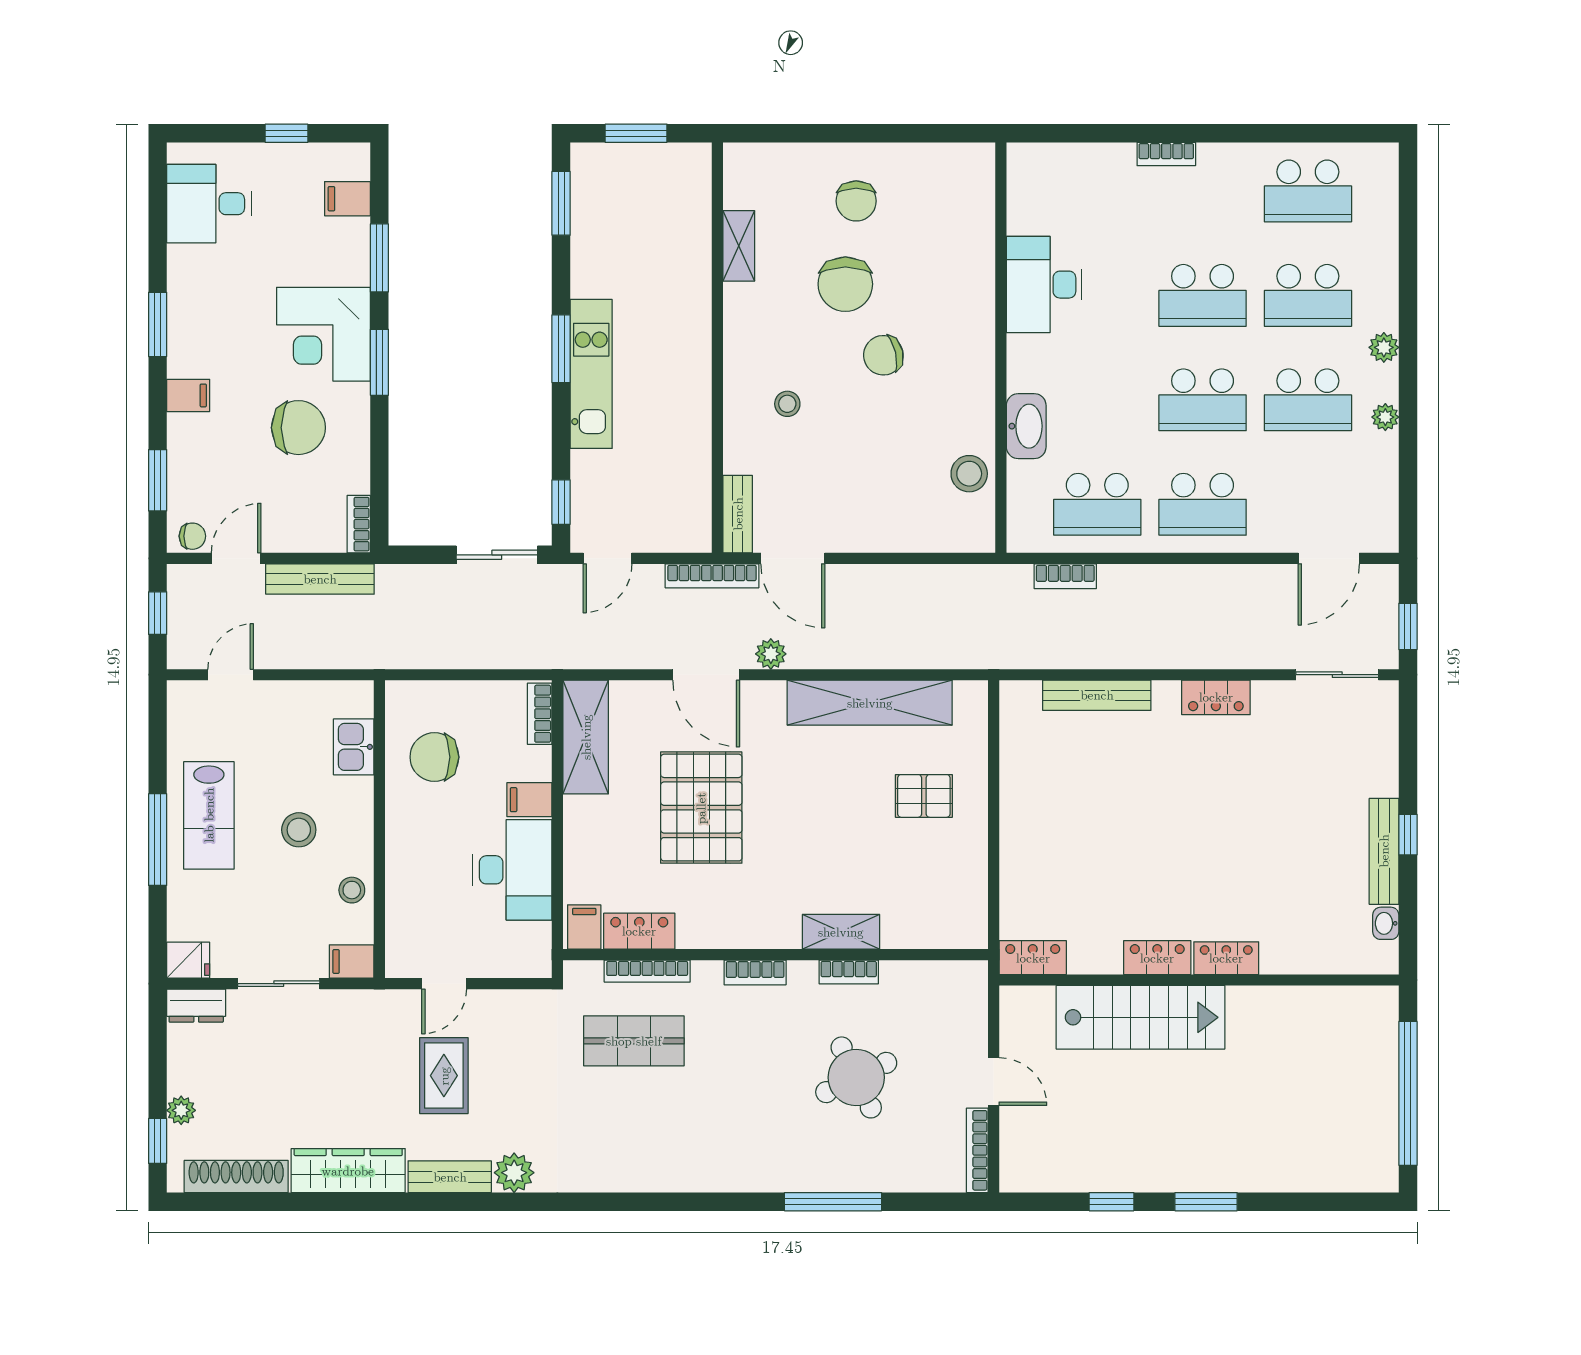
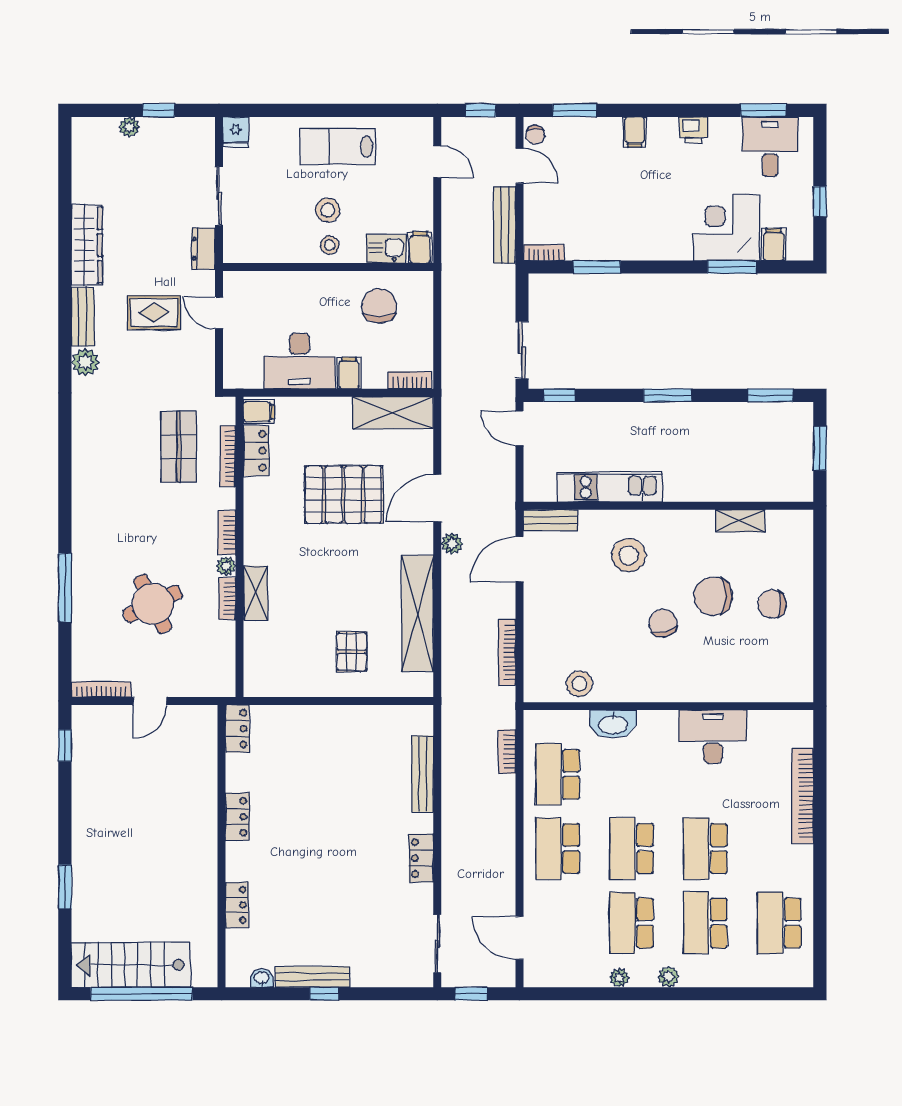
bookcase: (1166, 154) -> (803, 796), width x2.31, depth x1.31
printer: (185, 312) -> (694, 130), added
window: (158, 324) -> (763, 110), moved
corner desk: (323, 334) -> (726, 227), moved
window: (379, 362) -> (597, 267), moved
kitchen unit: (591, 374) -> (610, 487), moved, turned 180
stool: (787, 404) -> (629, 555), width x1.89, depth x1.89
chair: (298, 428) -> (612, 210), removed
bookcase: (712, 576) -> (507, 653), moved
window: (158, 840) -> (321, 110), removed
stool: (352, 890) -> (330, 245), moved
locker: (1226, 958) -> (237, 905), moved
filing cabinet: (352, 961) -> (420, 247), moved
plant: (803, 974) -> (226, 566), added
dresser: (196, 1006) -> (203, 249), moved
stairs: (1140, 1017) -> (131, 965), moved, turned 90
window: (158, 1141) -> (159, 110), moved
shoe rack: (236, 1177) -> (83, 166), removed
window: (1112, 1202) -> (65, 746), moved
window: (1206, 1202) -> (65, 887), moved

